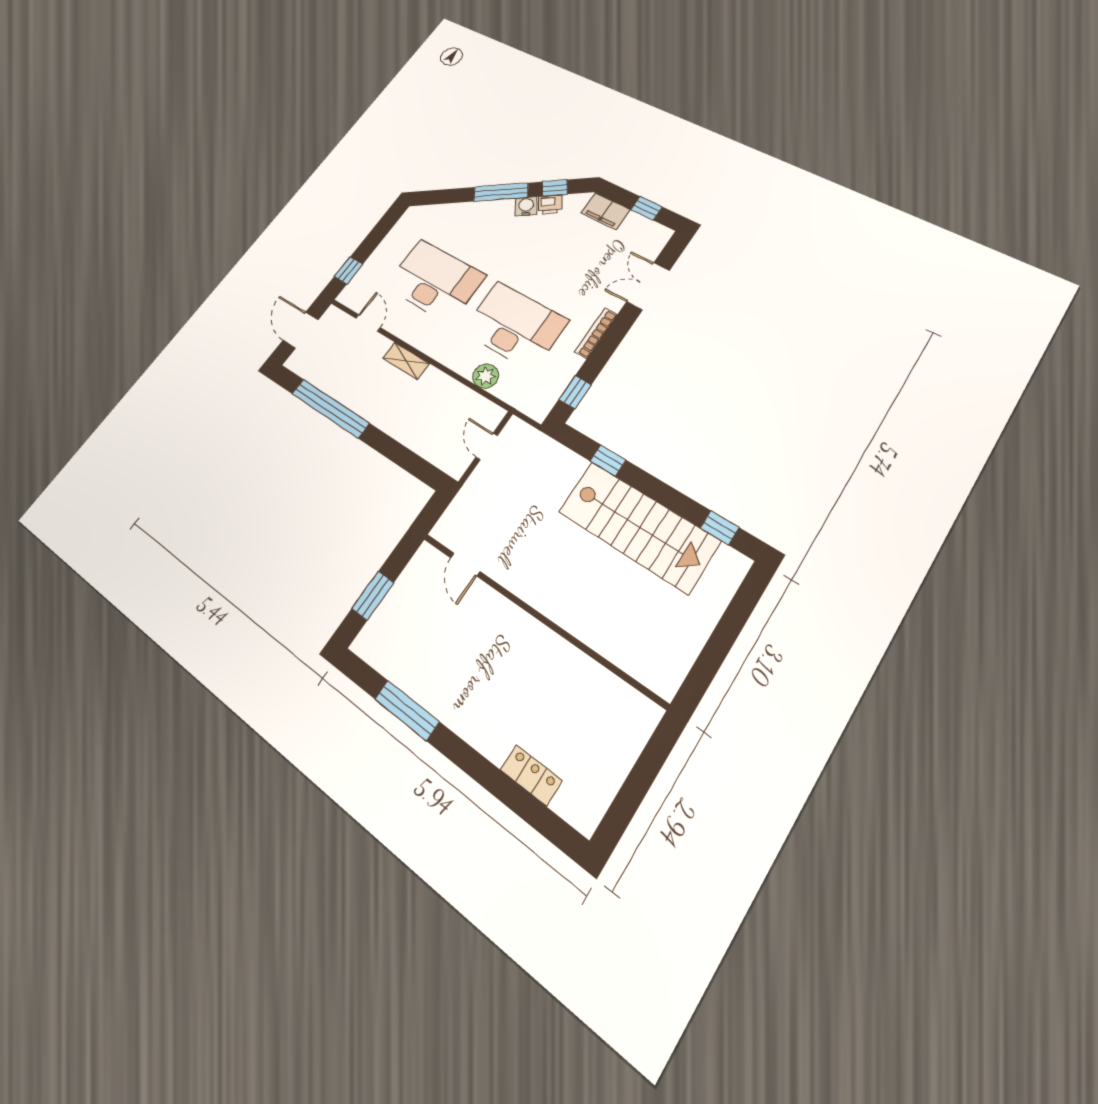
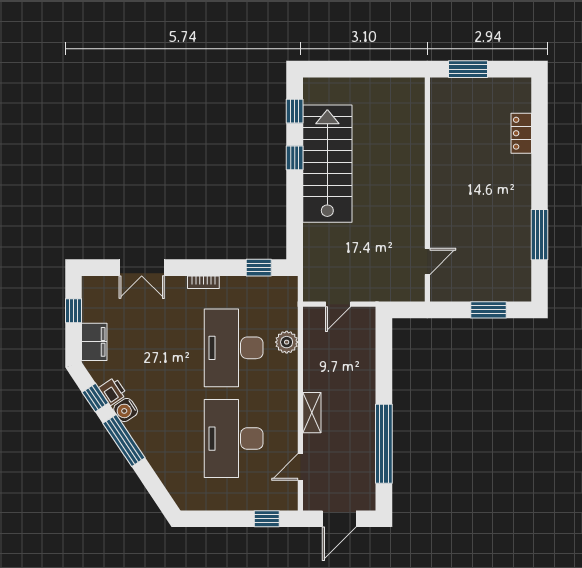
bookcase: (596, 333) -> (203, 282), width x0.64
window: (608, 460) -> (295, 158), moved
window: (648, 766) -> (468, 69), added

